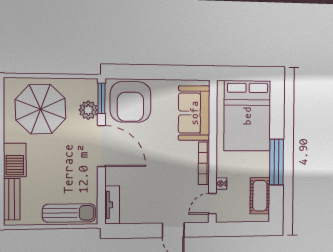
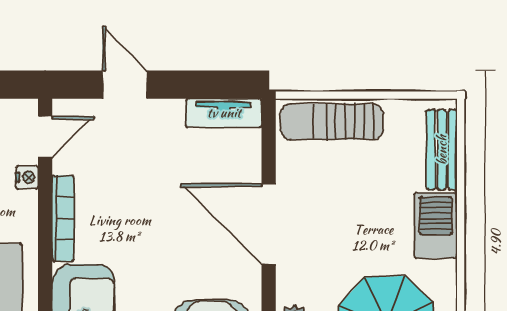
door: (101, 146) -> (269, 224), moved
tv unit: (112, 205) -> (224, 113), moved, turned -90

